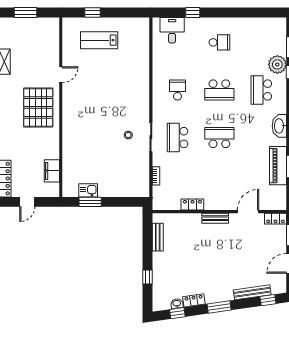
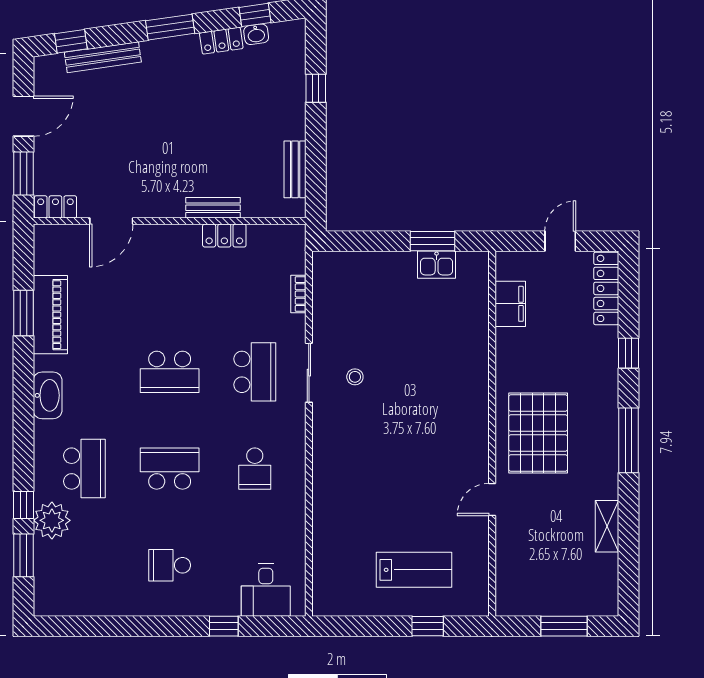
bench: (215, 218) -> (213, 208), moved

